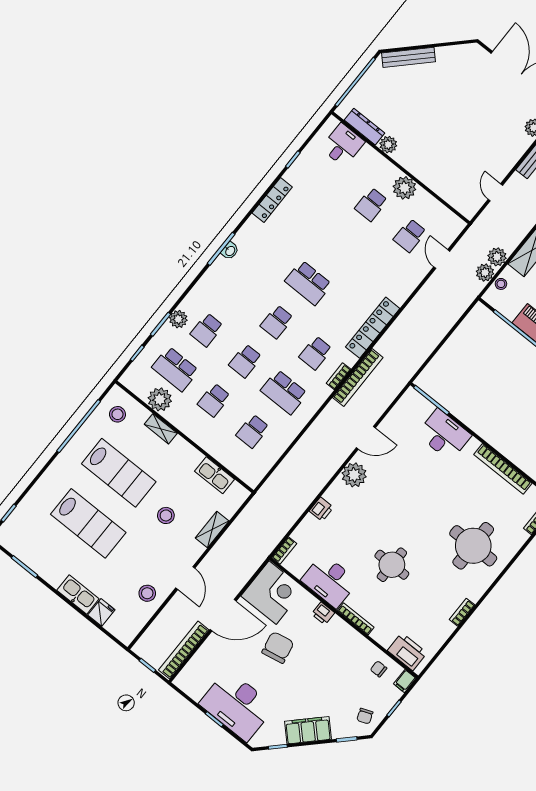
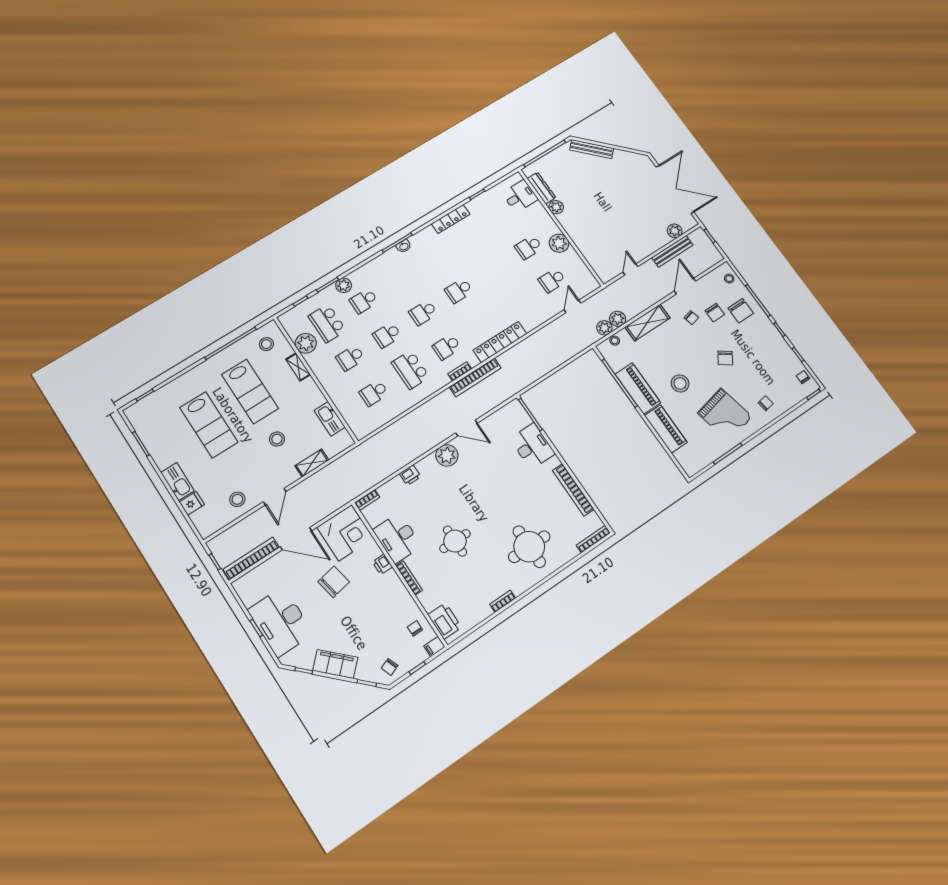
school desk: (308, 283) -> (459, 291), width x0.54

